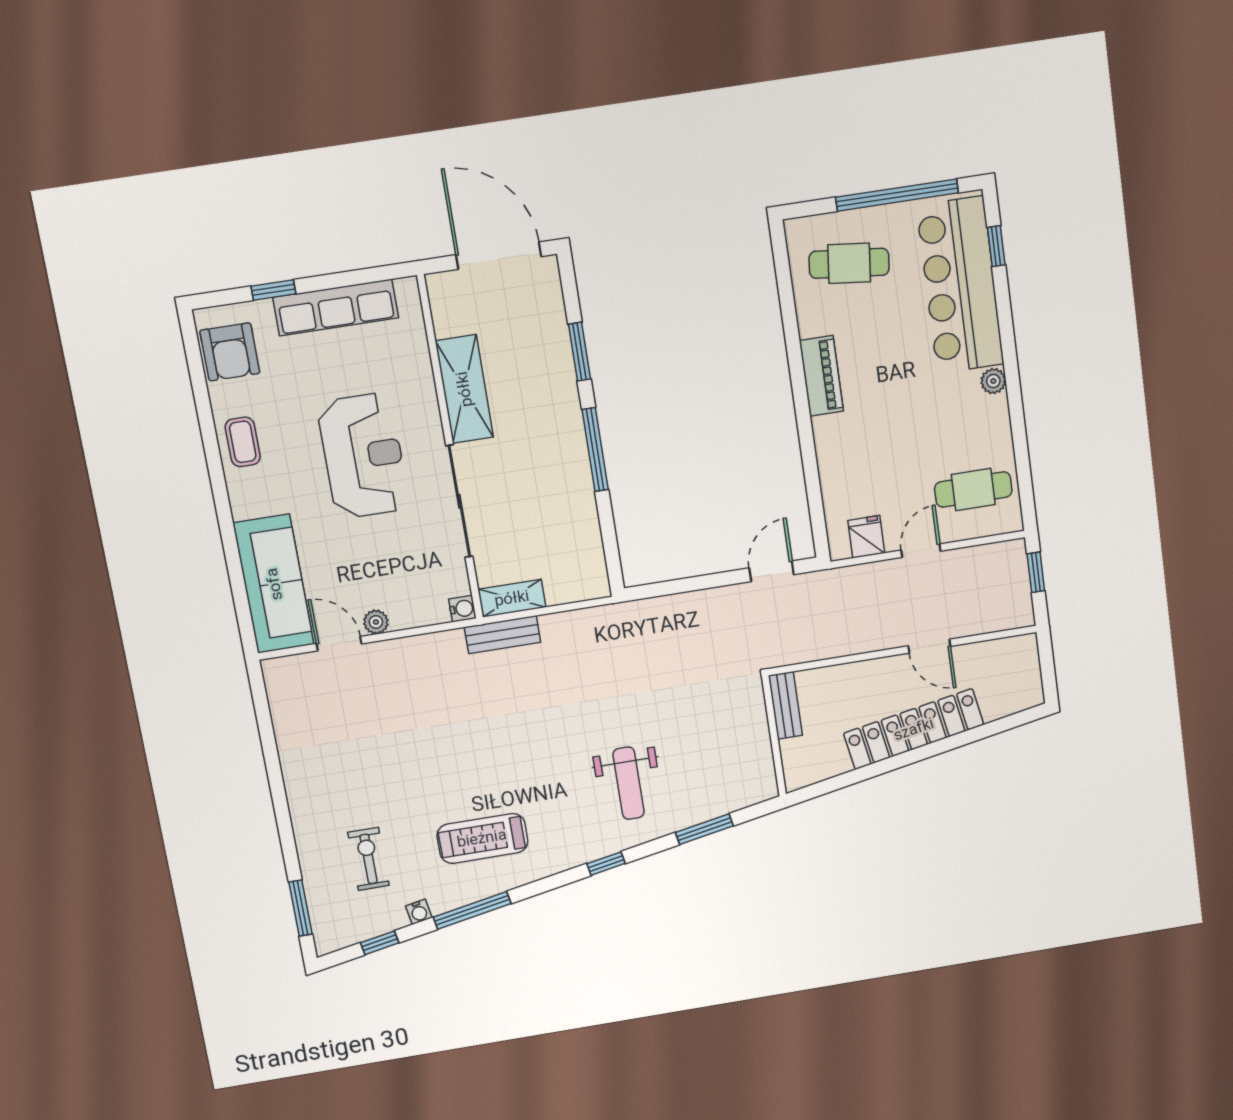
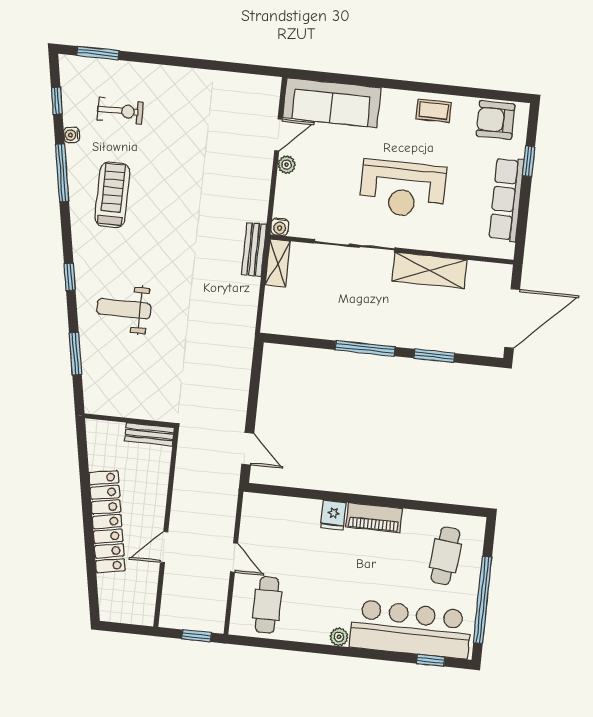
fridge: (866, 537) -> (333, 515), moved, turned 90

